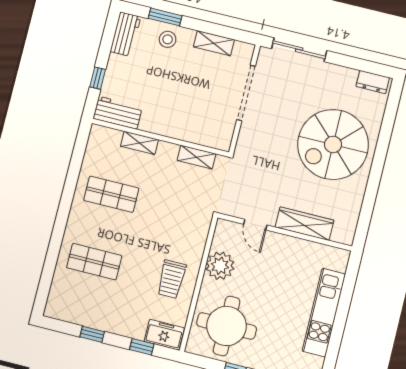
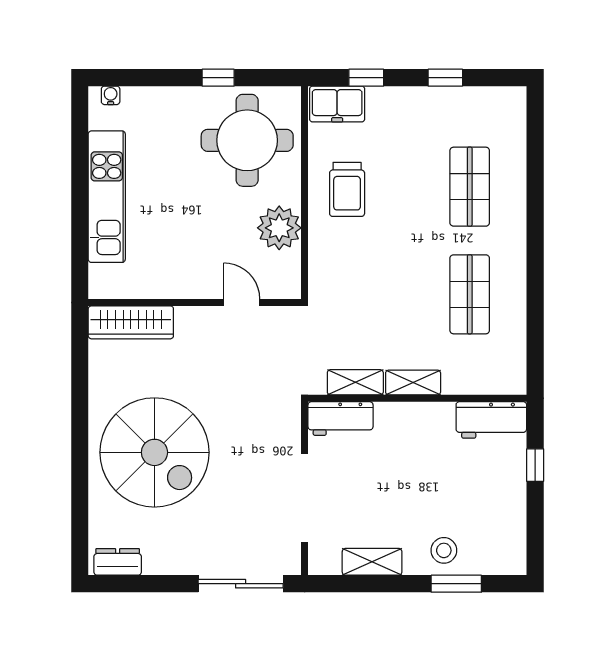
workbench: (125, 34) -> (340, 418), moved, turned -90
shelving: (139, 143) -> (413, 383), moved
spiral stairs: (333, 144) -> (154, 452), turned 90
shop shelf: (111, 194) -> (470, 294), turned 90
wardrobe: (304, 224) -> (131, 322), moved
shop shelf: (94, 262) -> (470, 187), turned 90
trolley: (171, 279) -> (347, 189), turned 180

